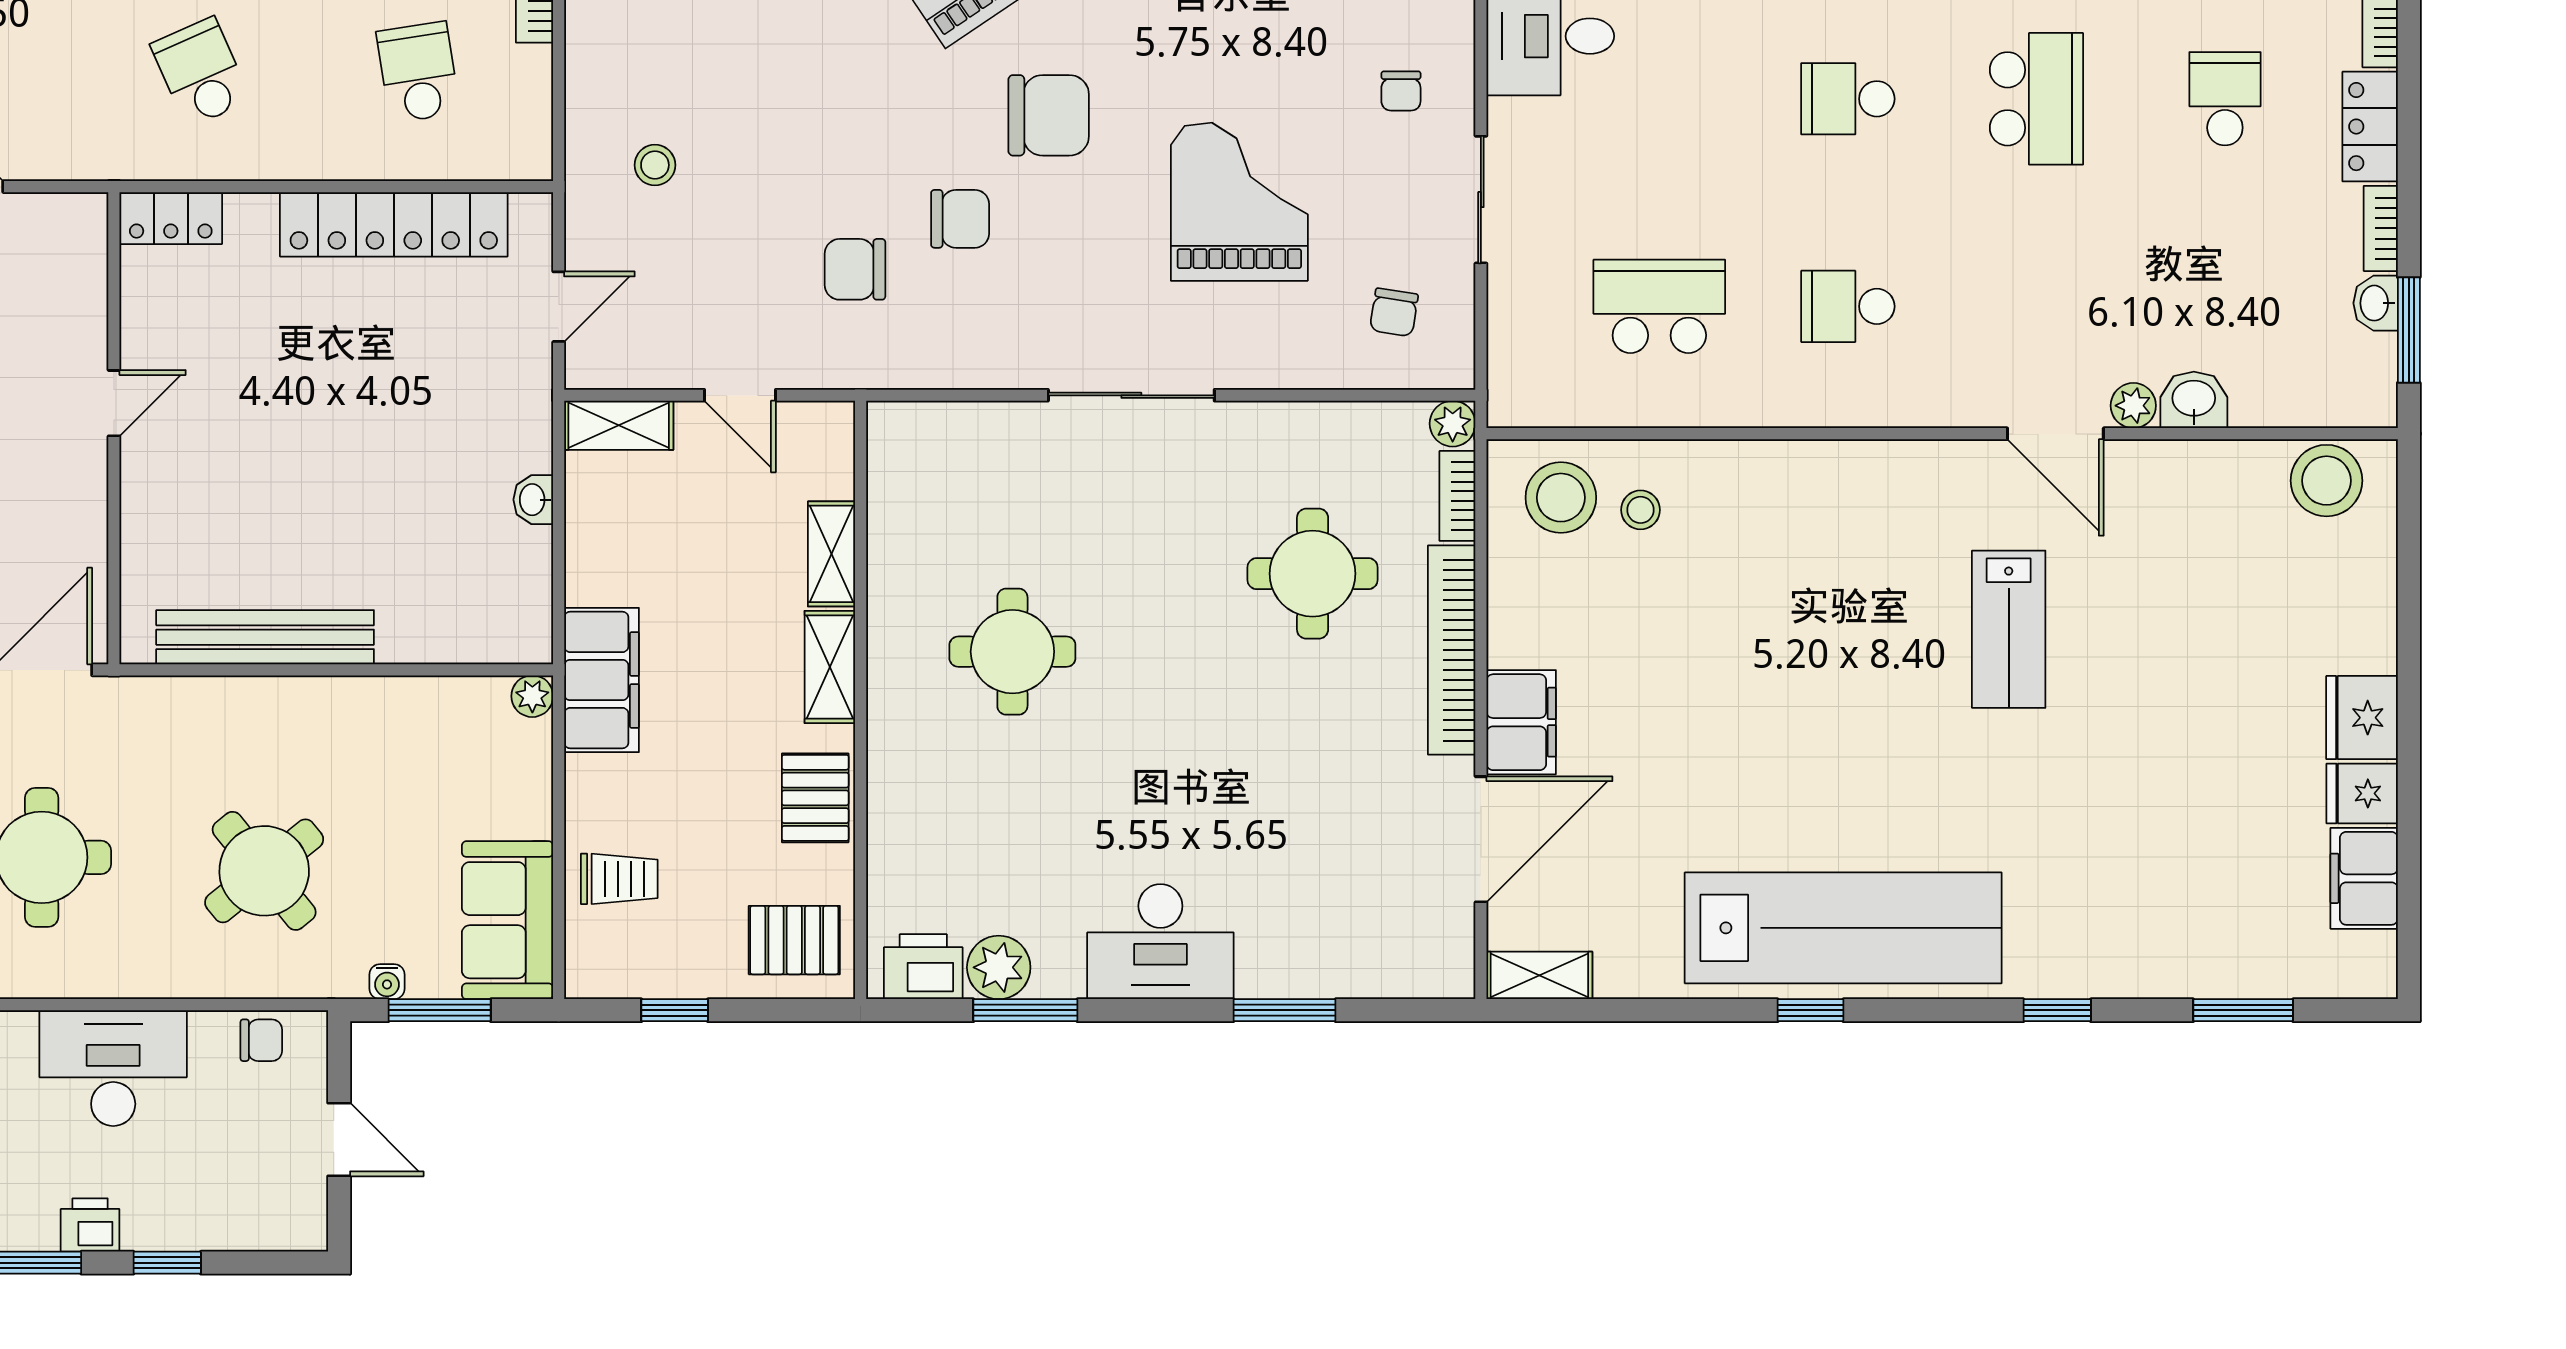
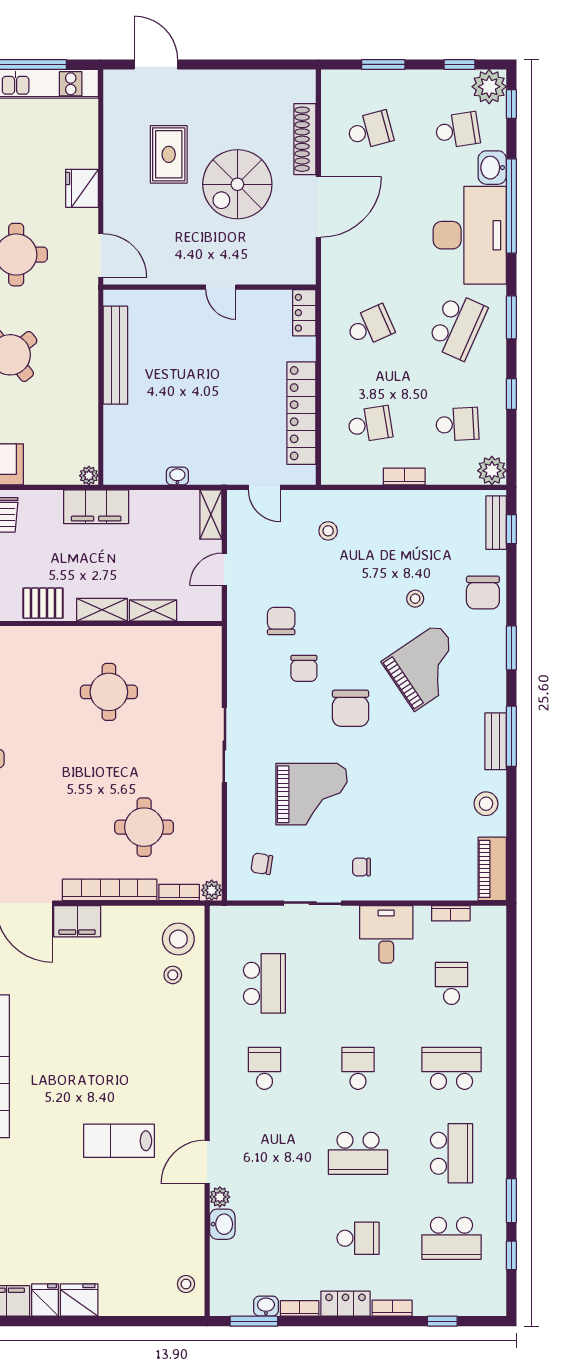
stool: (2327, 481) -> (186, 1284), width x0.53, depth x0.53

